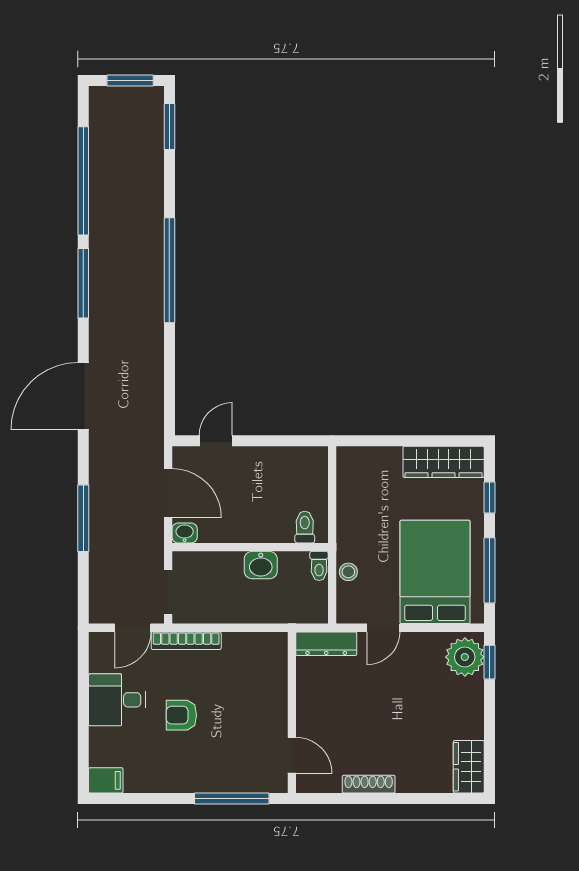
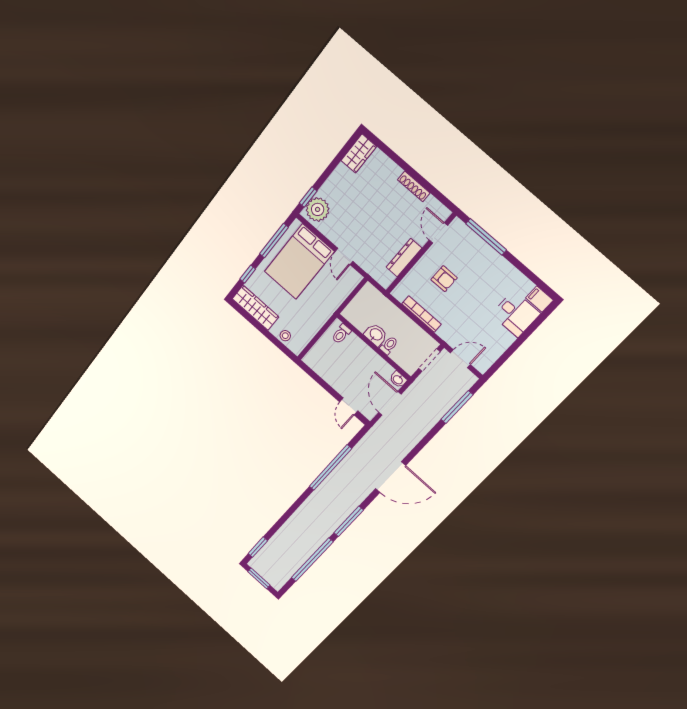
window: (169, 270) -> (330, 468), moved
door: (216, 441) -> (349, 406), hinge flipped
window: (83, 518) -> (457, 407), moved
toilet: (319, 566) -> (389, 345), moved
stool: (348, 572) -> (285, 336), moved
door: (383, 628) -> (344, 256), swing flipped
bookcase: (186, 641) -> (421, 314), moved
dresser: (326, 644) -> (404, 258), moved, turned -90
desk: (117, 700) -> (516, 314), moved
armchair: (181, 715) -> (444, 279), moved

